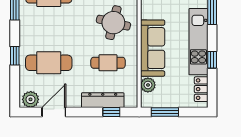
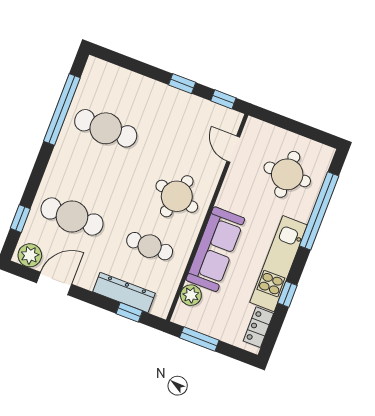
window: (15, 56) -> (20, 219), moved

